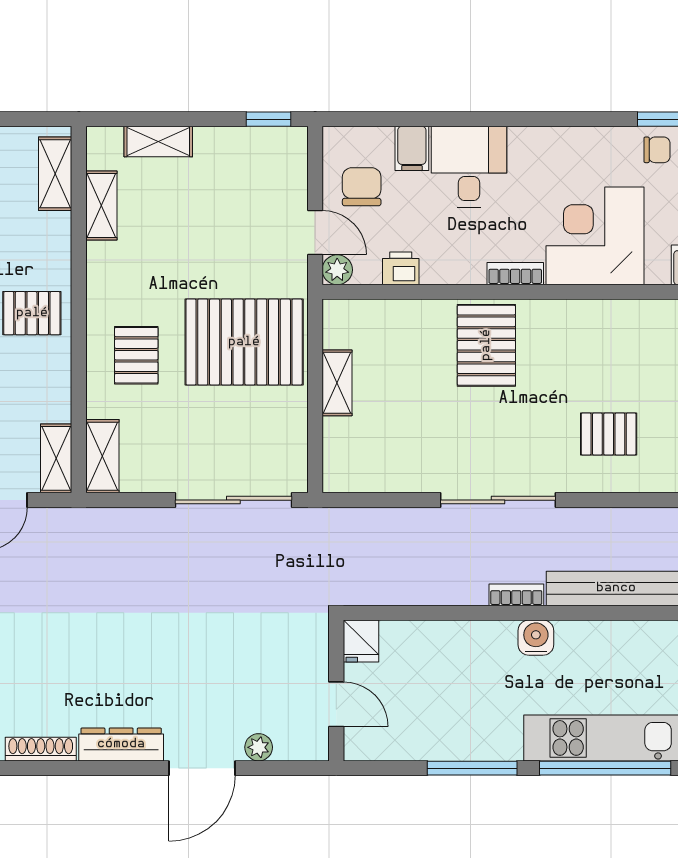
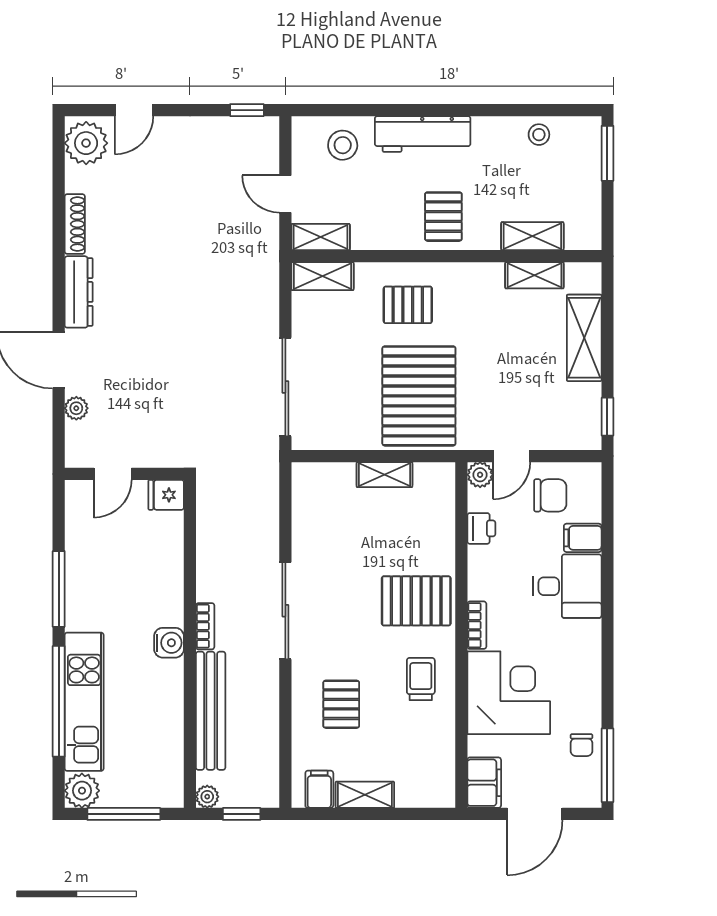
shelving: (158, 141) -> (584, 338), width x1.50, depth x1.33
shelving: (55, 174) -> (532, 236), moved
trolley: (579, 340) -> (421, 679), added

